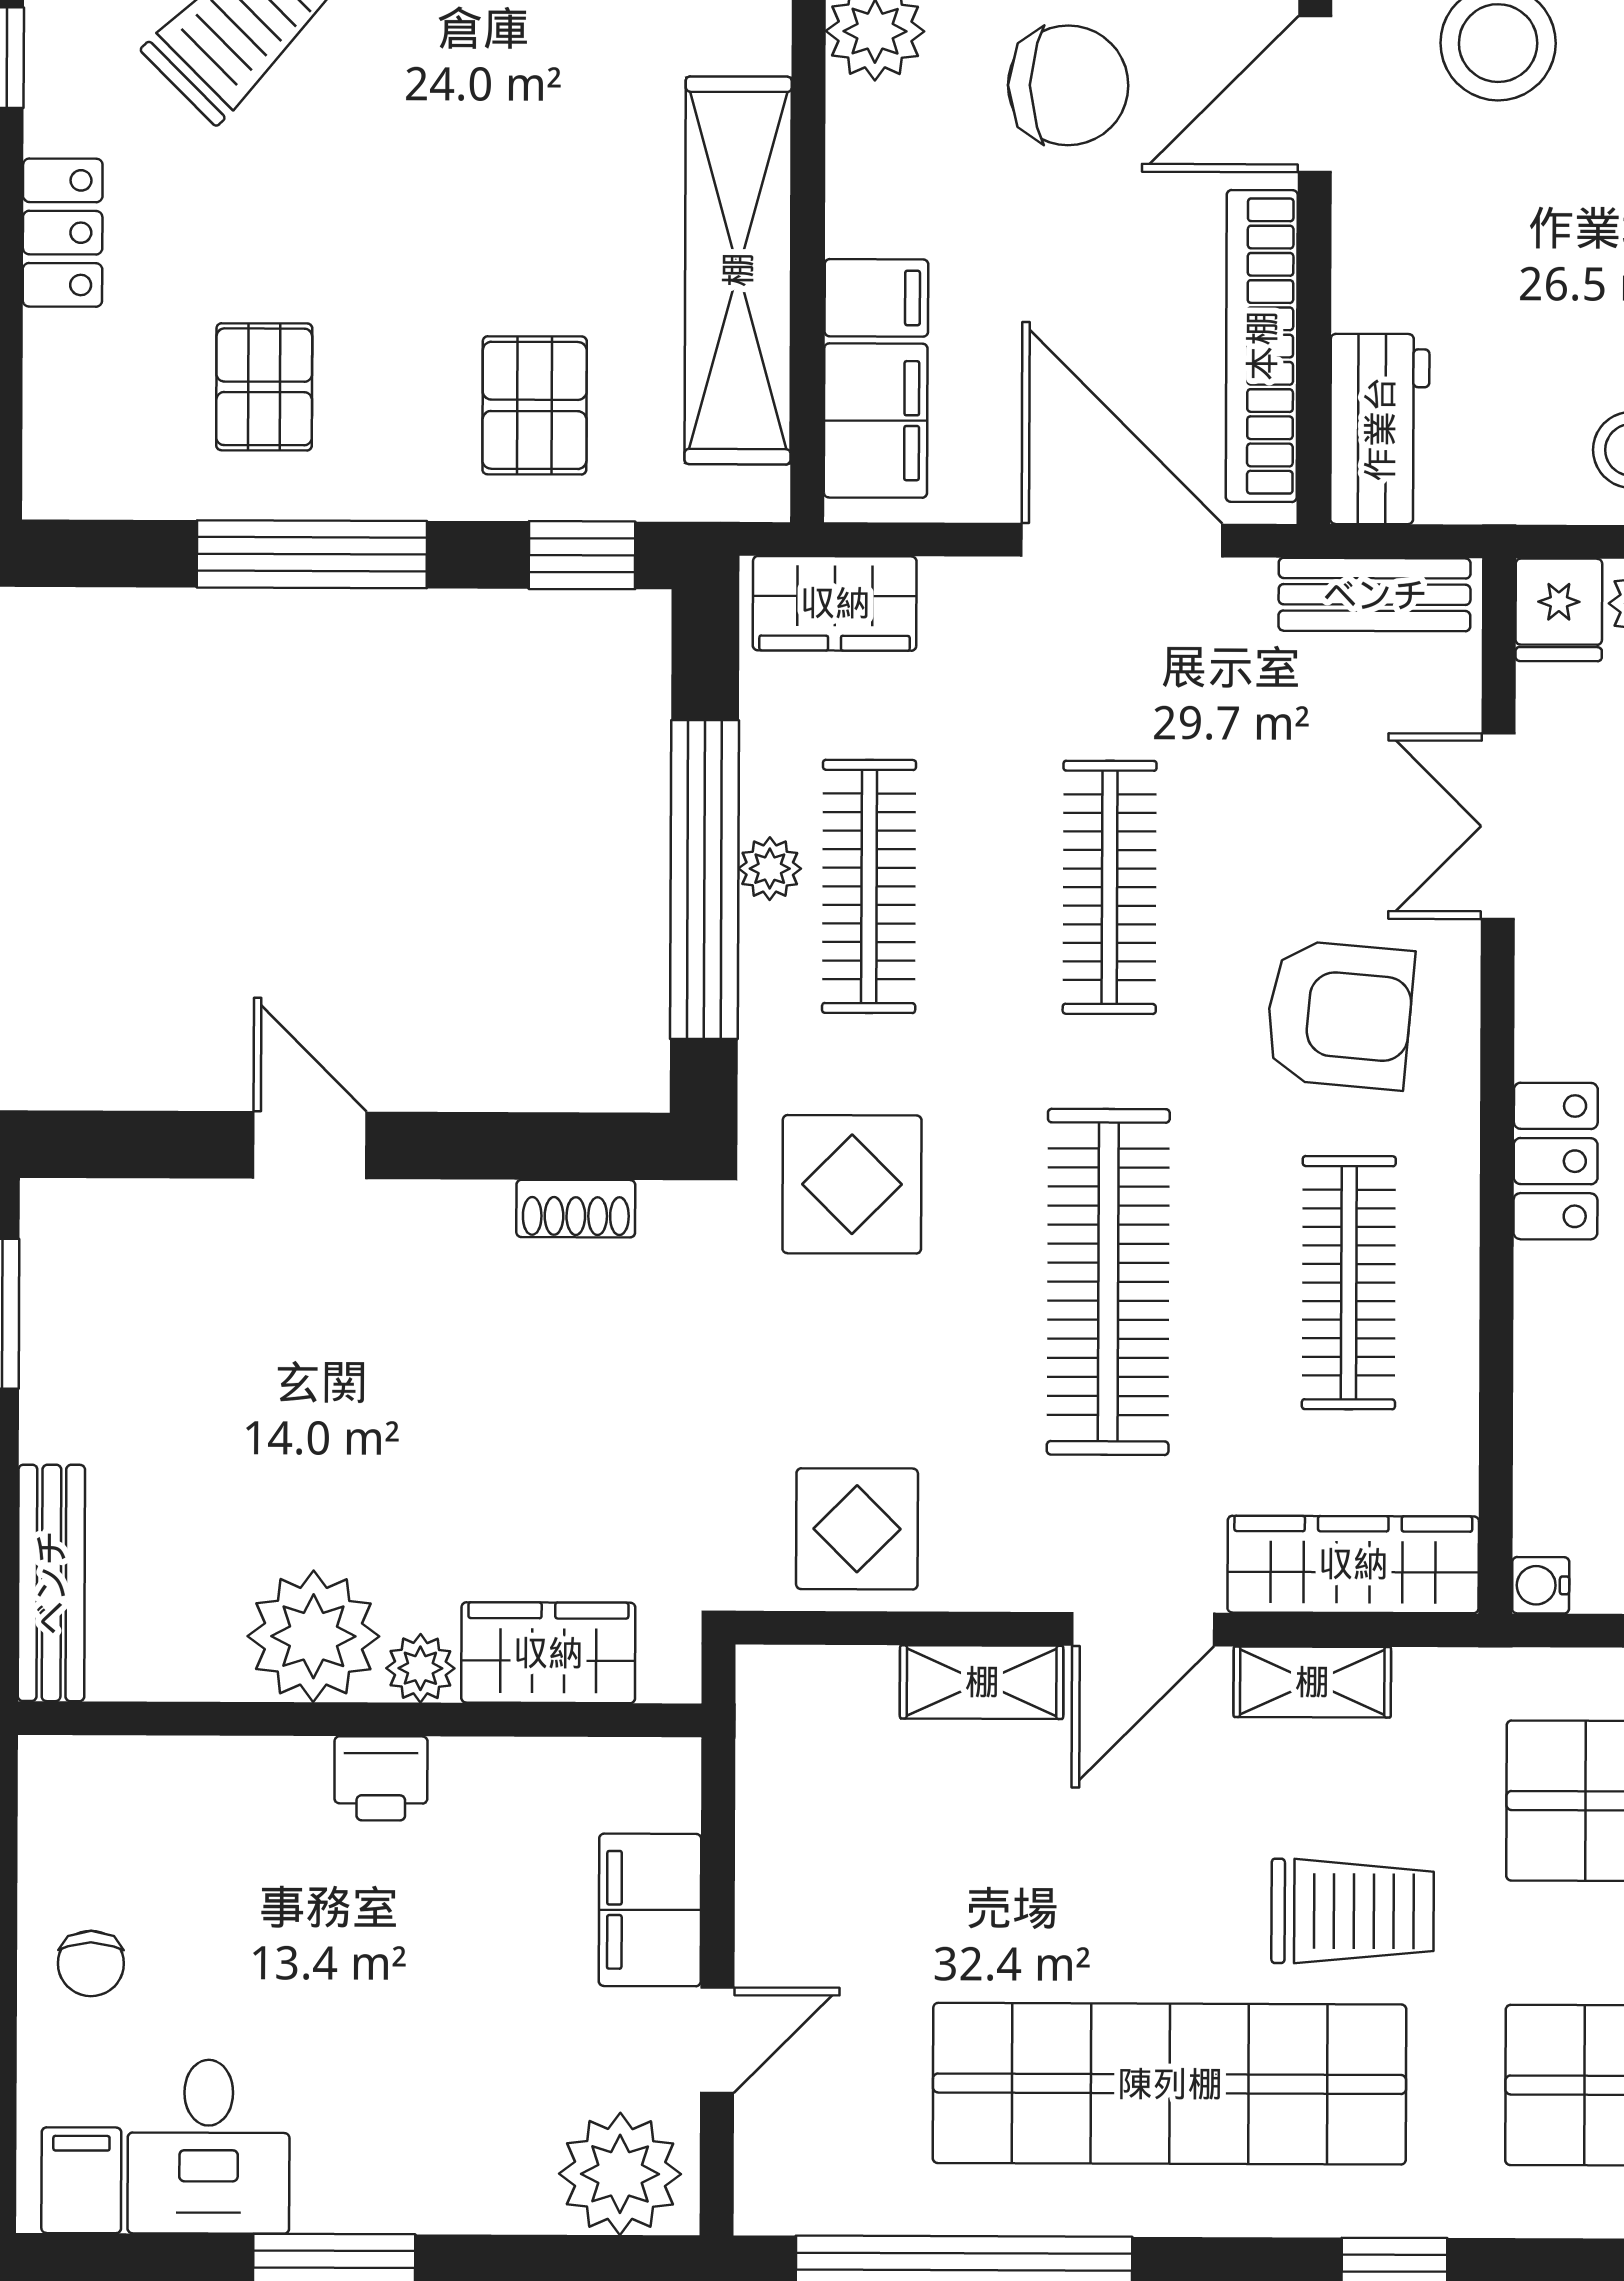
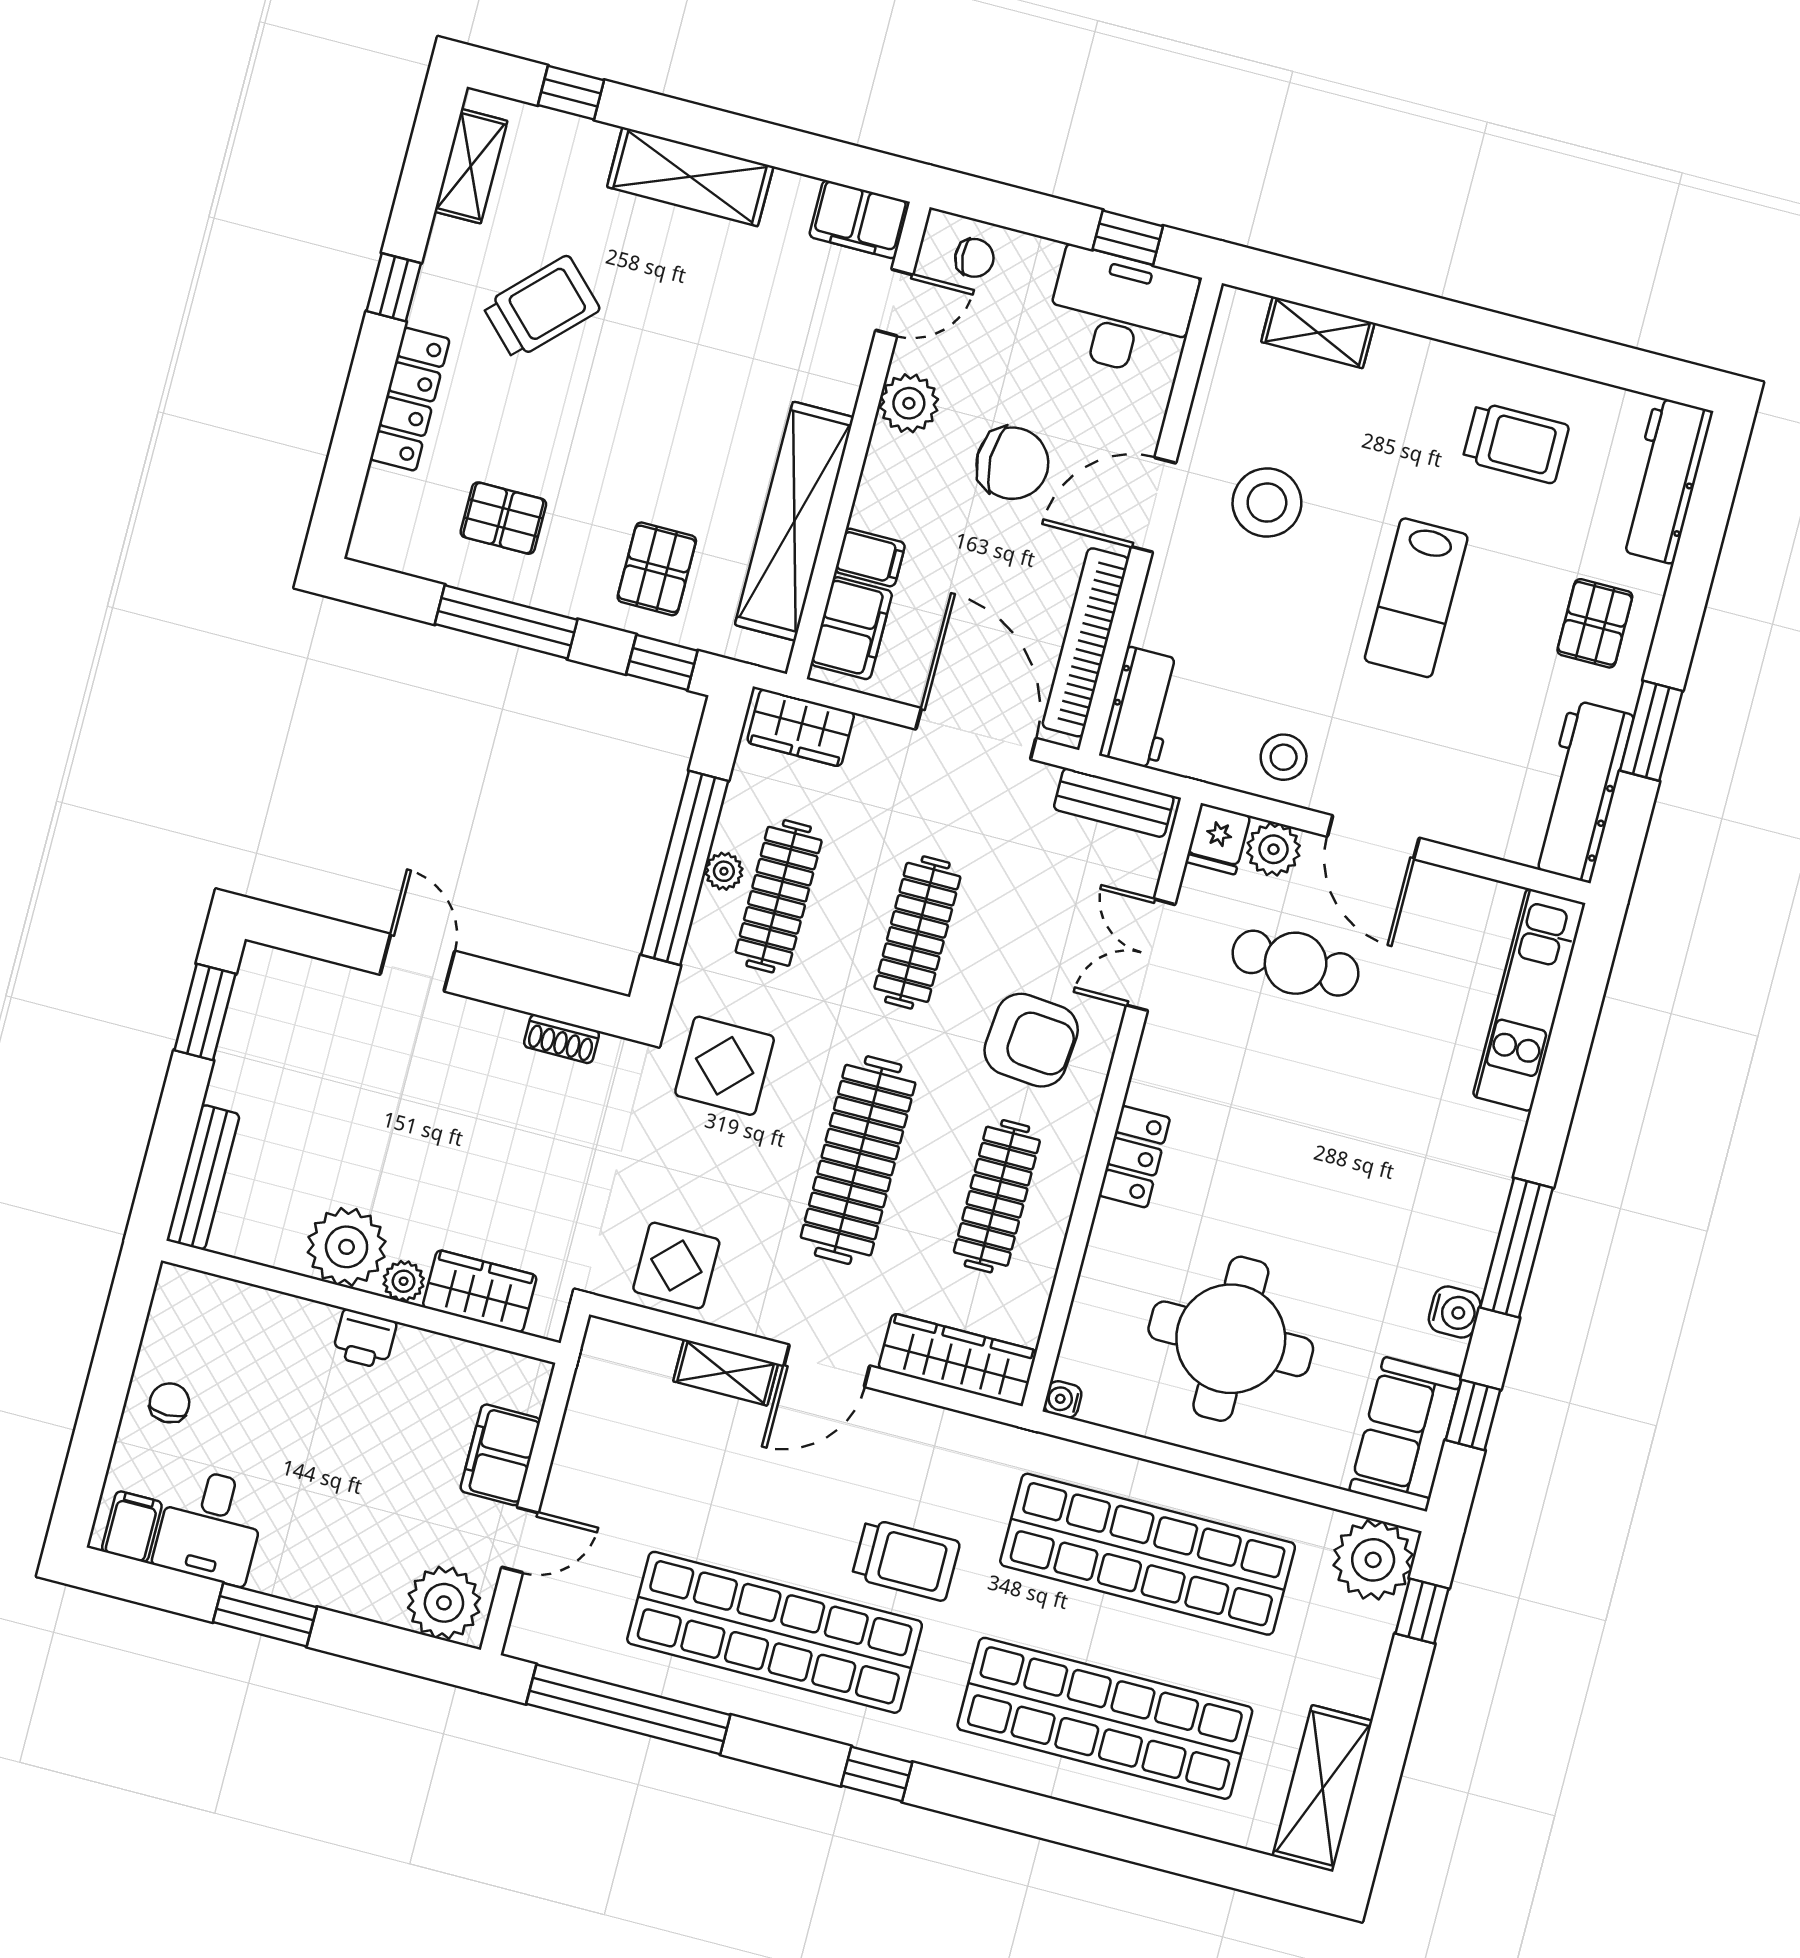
locker: (63, 233) -> (410, 399), width x1.53
pallet: (264, 387) -> (503, 518), turned 90
shelving: (1312, 1682) -> (917, 1421), removed
chair: (91, 1963) -> (170, 1403), turned 180

